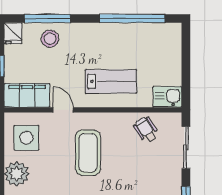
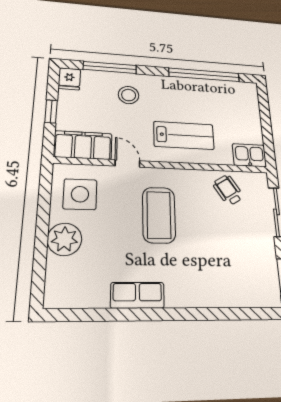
stool: (50, 39) -> (129, 95), moved

